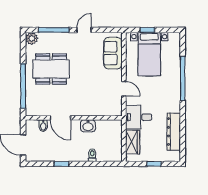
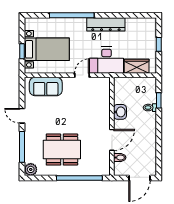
dining table: (51, 69) -> (62, 150), turned 90
desk: (139, 117) -> (107, 60), width x1.37
dresser: (174, 132) -> (106, 24), moved
window: (61, 164) -> (159, 100), moved

